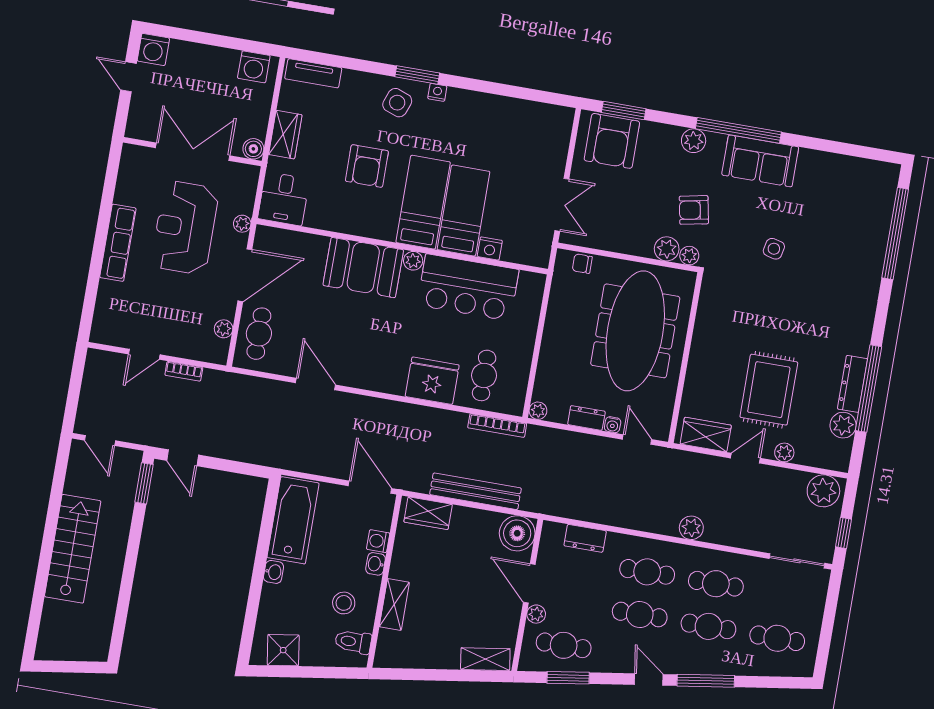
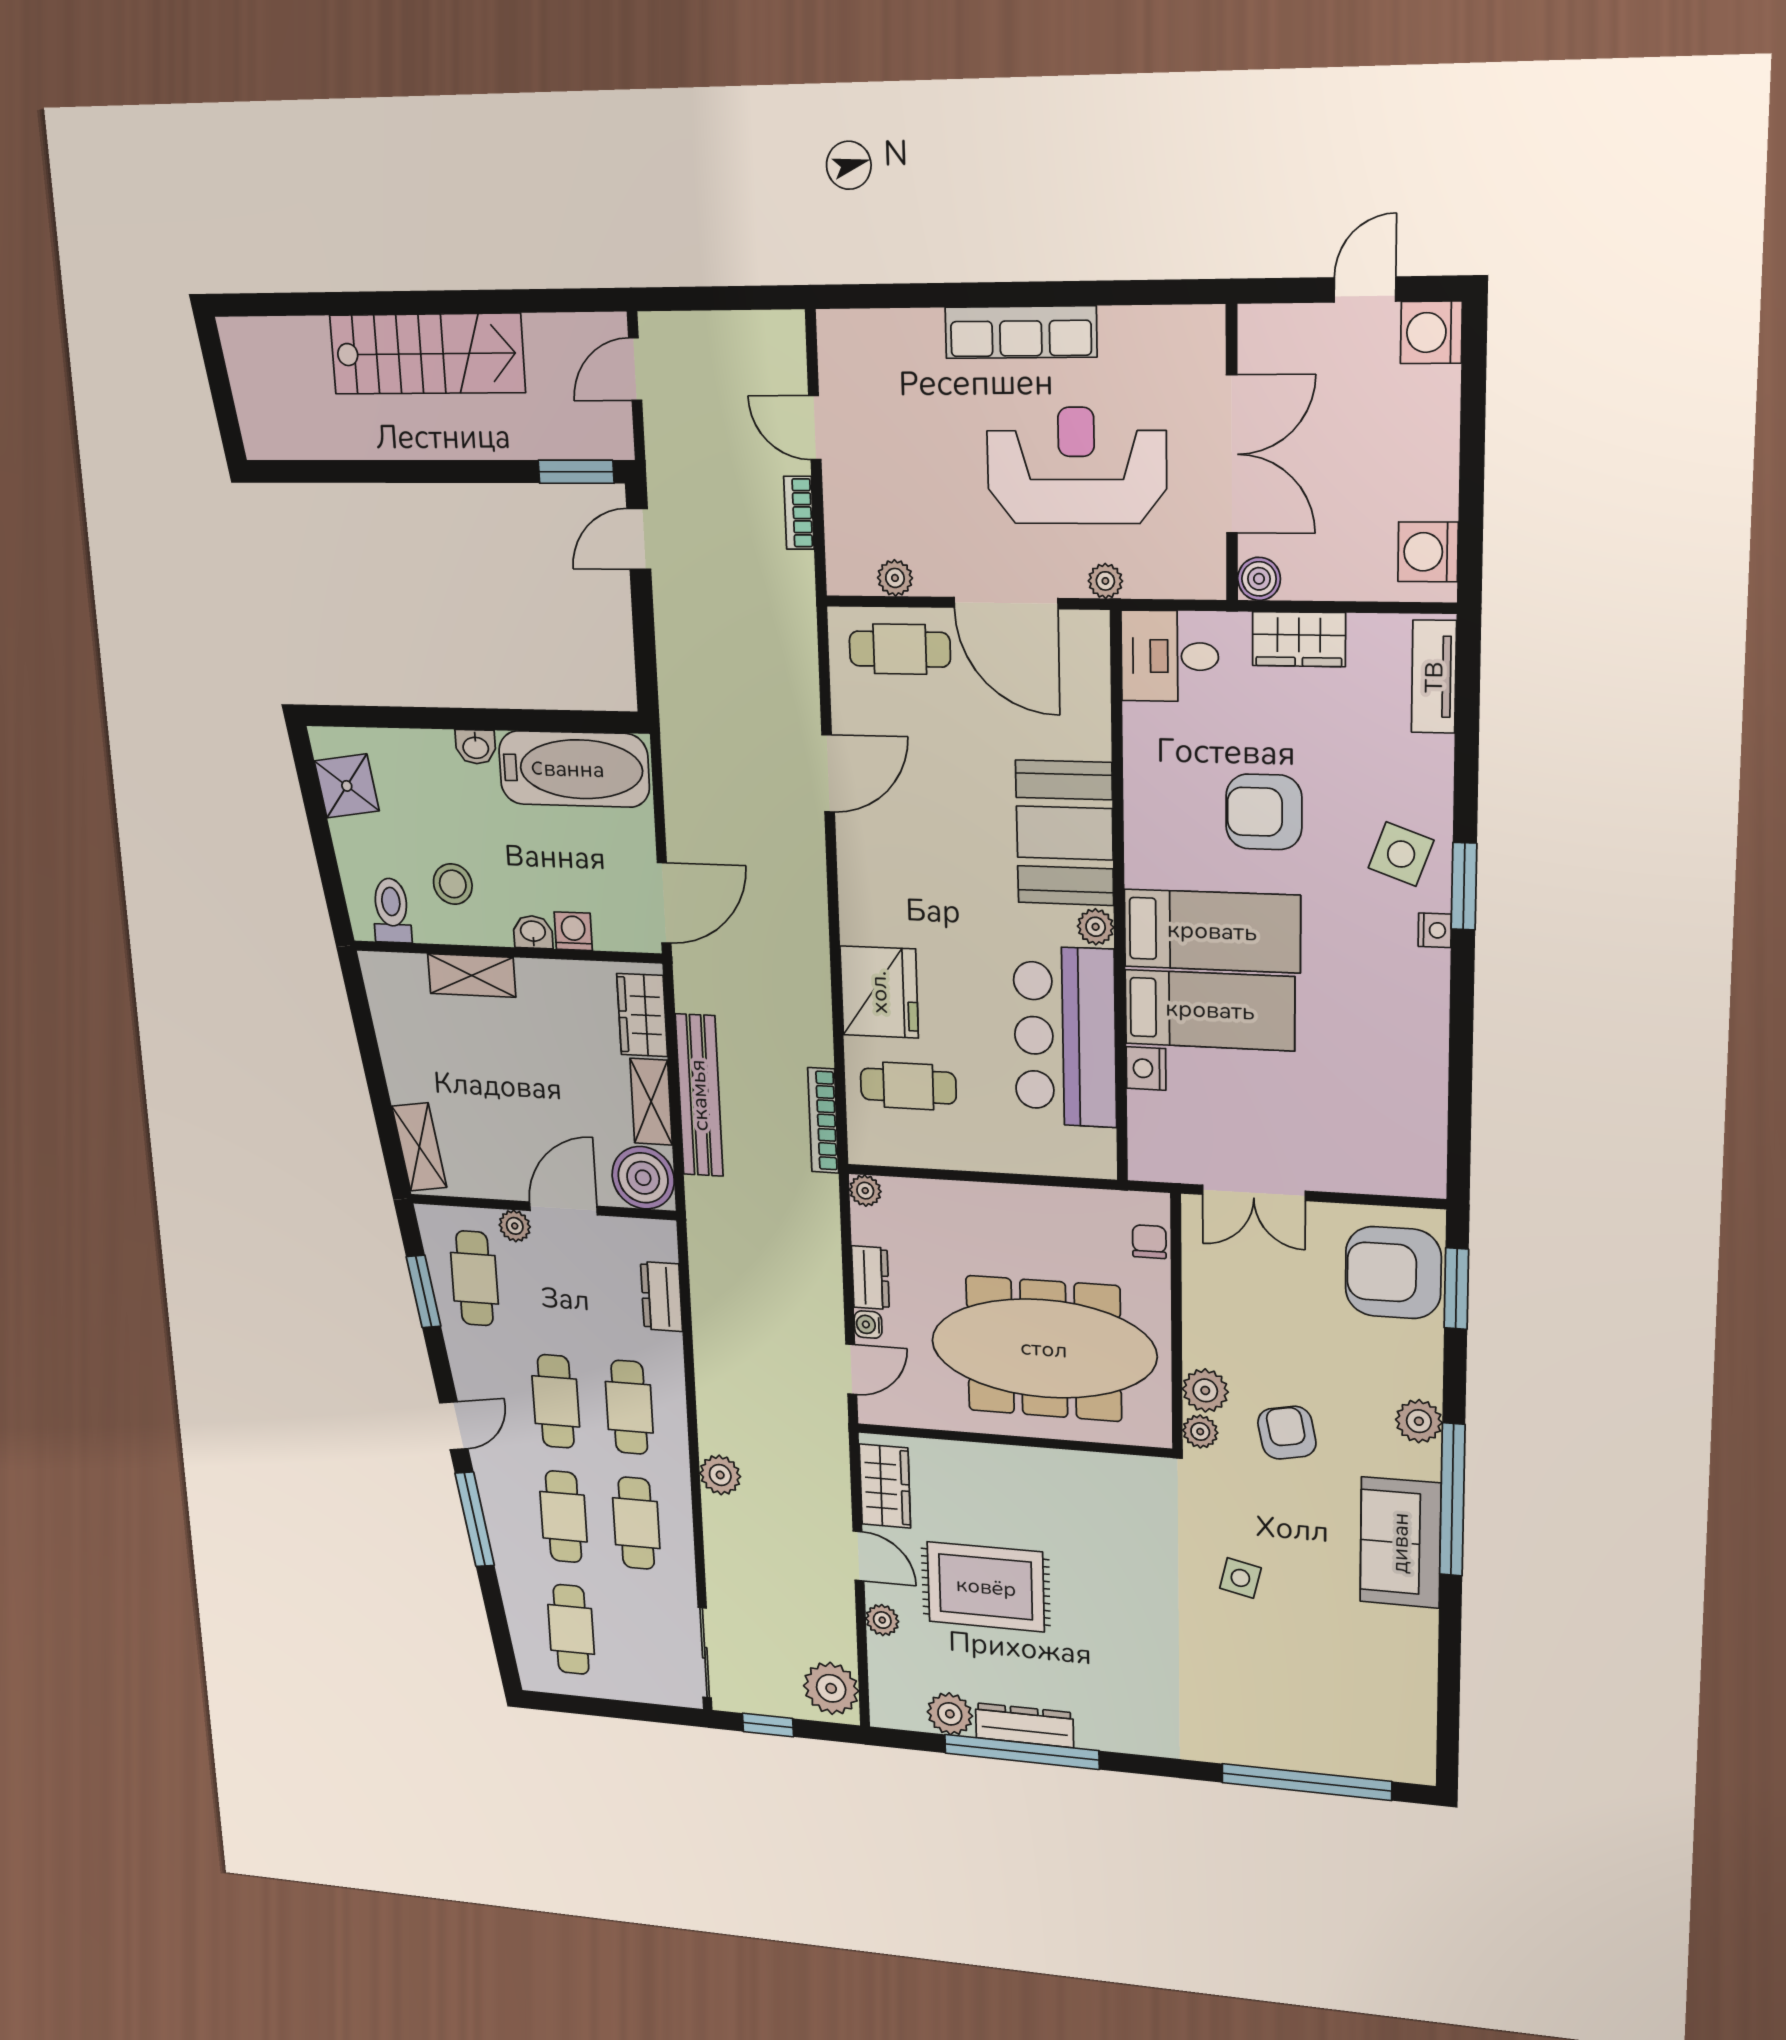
shelving: (476, 519) -> (651, 1102), added

